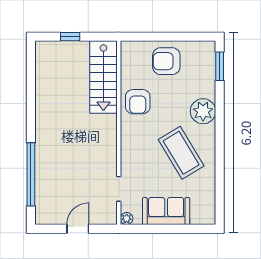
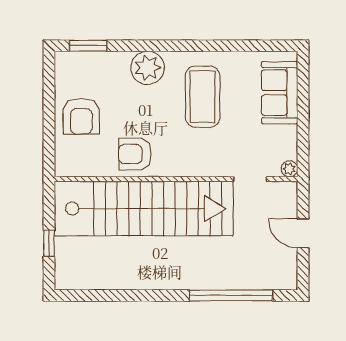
stairs: (103, 77) -> (144, 209), width x1.86, depth x1.51
armchair: (138, 102) -> (135, 154), turned 180
coffee table: (181, 153) -> (203, 97), turned -59
sofa: (166, 211) -> (280, 93), moved

